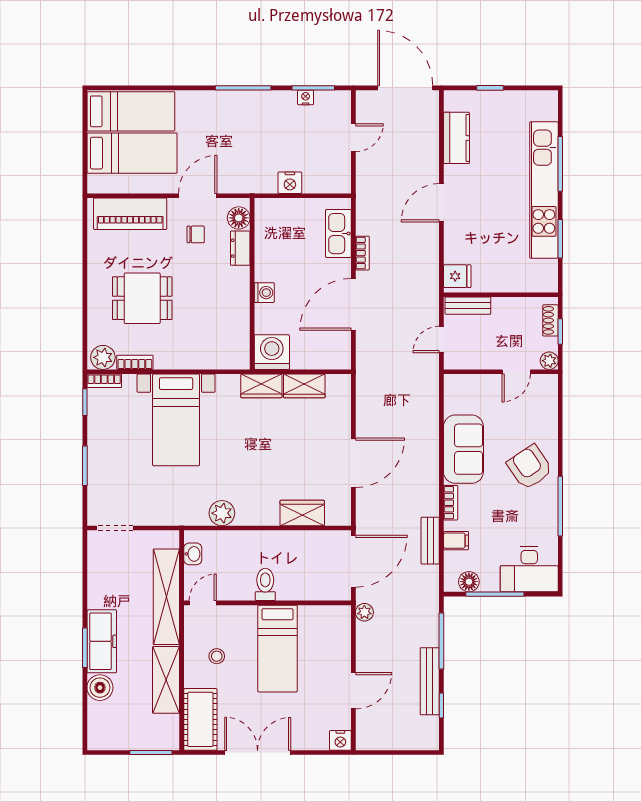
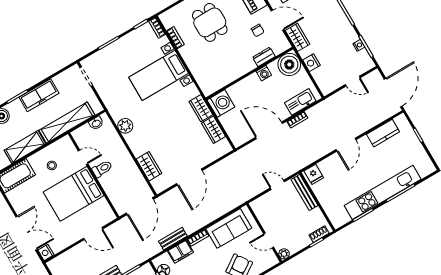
wardrobe: (240, 181) -> (297, 37), added
door: (441, 203) -> (346, 145), swing flipped
boiler: (274, 217) -> (289, 65), added
floor lamp: (239, 218) -> (279, 47), removed
washing machine: (264, 293) -> (264, 73), moved
bench: (468, 306) -> (305, 192), width x1.36
plant: (103, 357) -> (168, 20), removed
plant: (549, 361) -> (284, 254), moved
wall: (501, 372) -> (264, 233), moved
door: (516, 372) -> (269, 241), moved
door: (353, 463) -> (189, 177), hinge flipped
filing cabinet: (456, 541) -> (180, 252), width x2.00
door: (353, 561) -> (140, 206), hinge flipped
door: (203, 603) -> (83, 157), moved
plant: (364, 612) -> (117, 227), removed
freezer: (102, 641) -> (39, 95), moved
bed: (277, 649) -> (74, 194), width x1.50
door: (353, 691) -> (93, 234), moved
double door: (258, 753) -> (26, 233), moved

